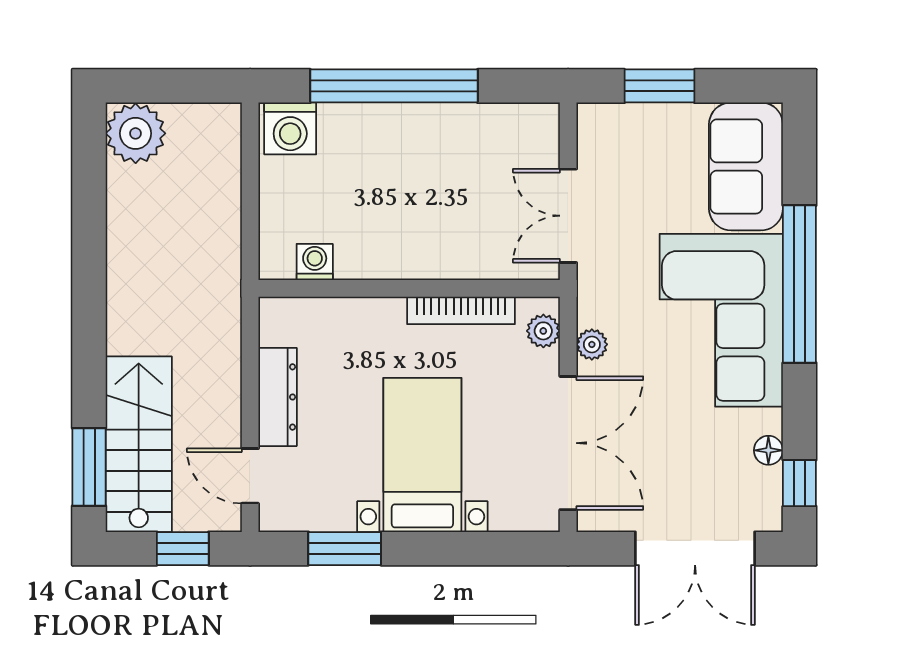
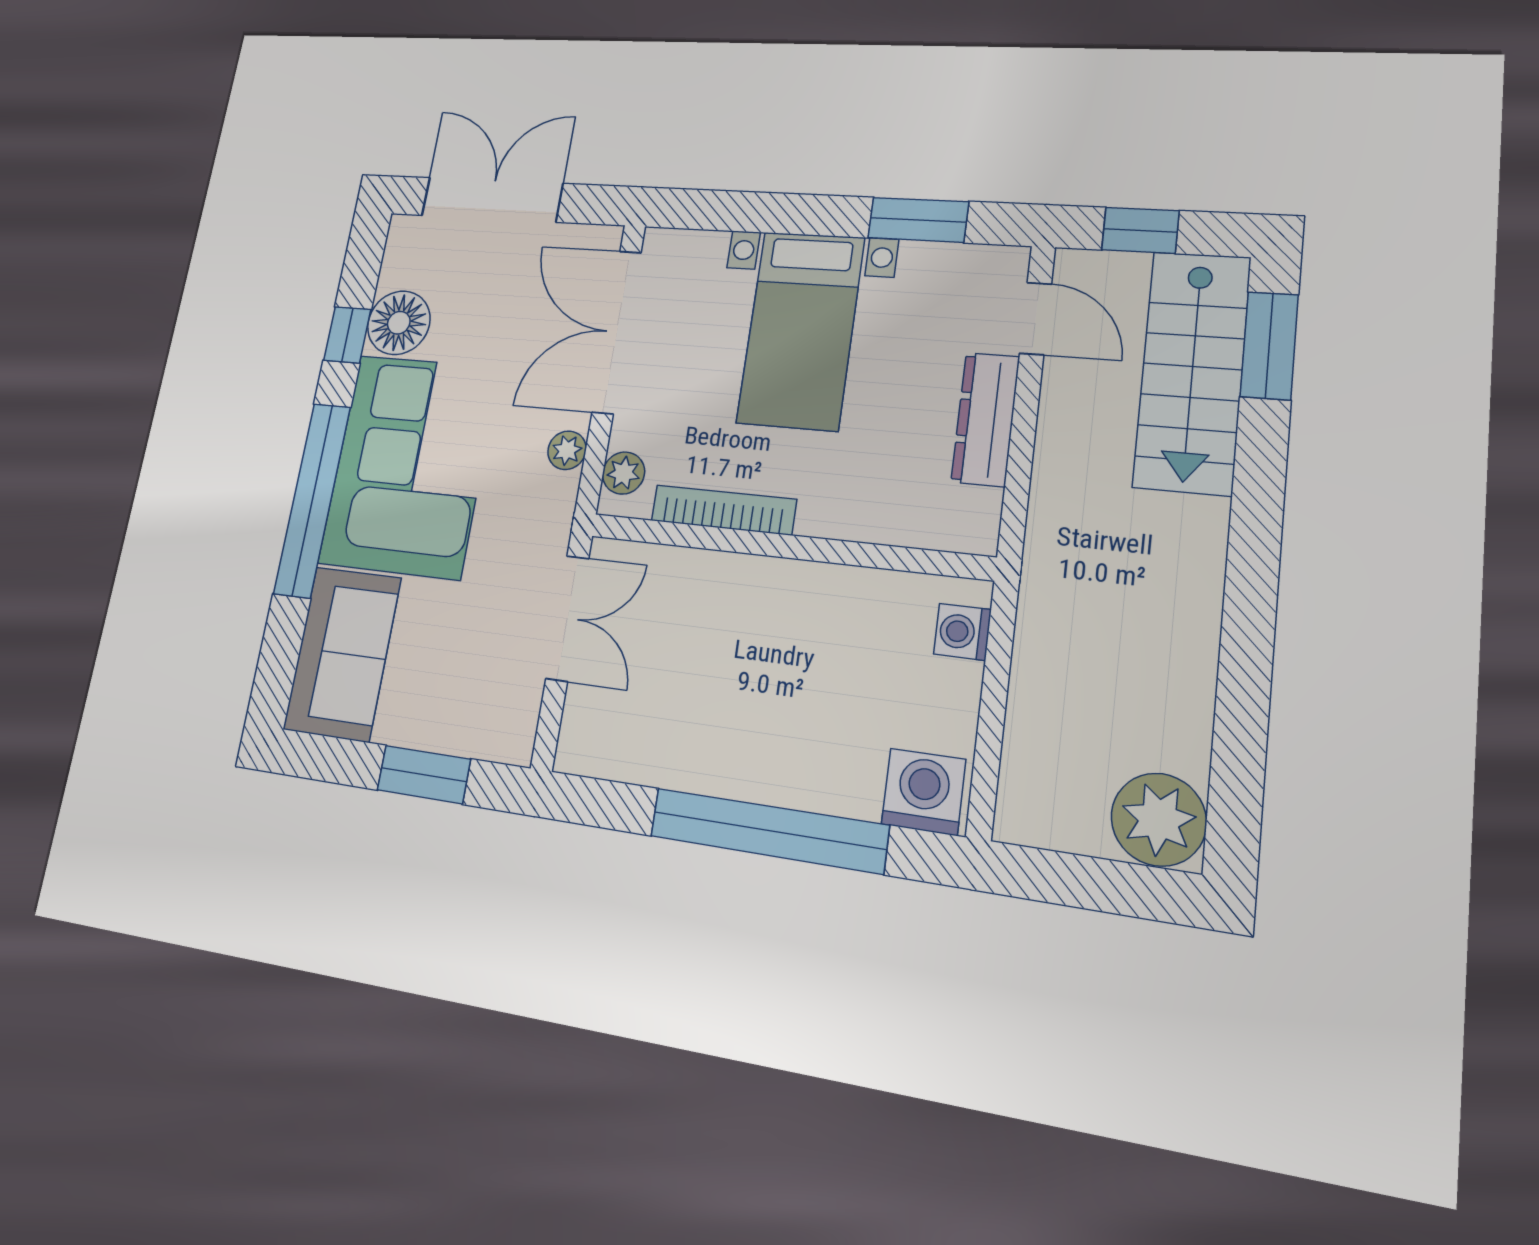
washing machine: (315, 262) -> (962, 632), moved, turned 90
floor lamp: (768, 450) -> (399, 323), width x1.89, depth x1.89
window: (799, 483) -> (347, 335), moved

